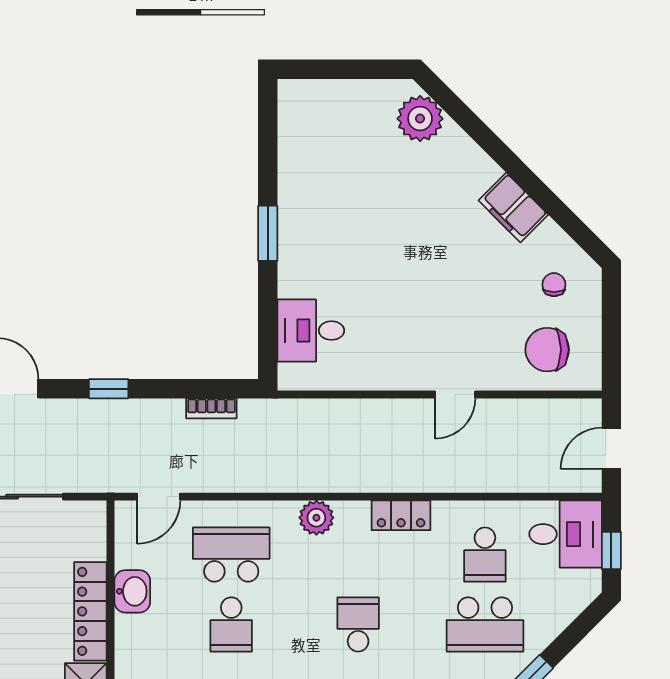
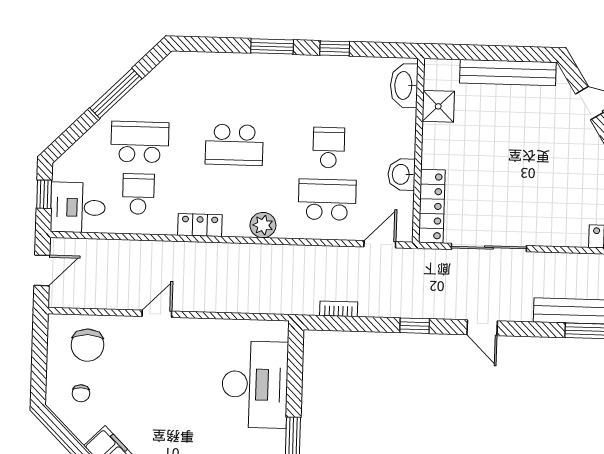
desk: (311, 331) -> (255, 384), width x1.87, depth x1.30
chair: (547, 350) -> (87, 345), turned 90
school desk: (231, 555) -> (327, 200), turned 180
locker: (90, 611) -> (432, 206), moved
school desk: (358, 624) -> (234, 145), width x1.85

